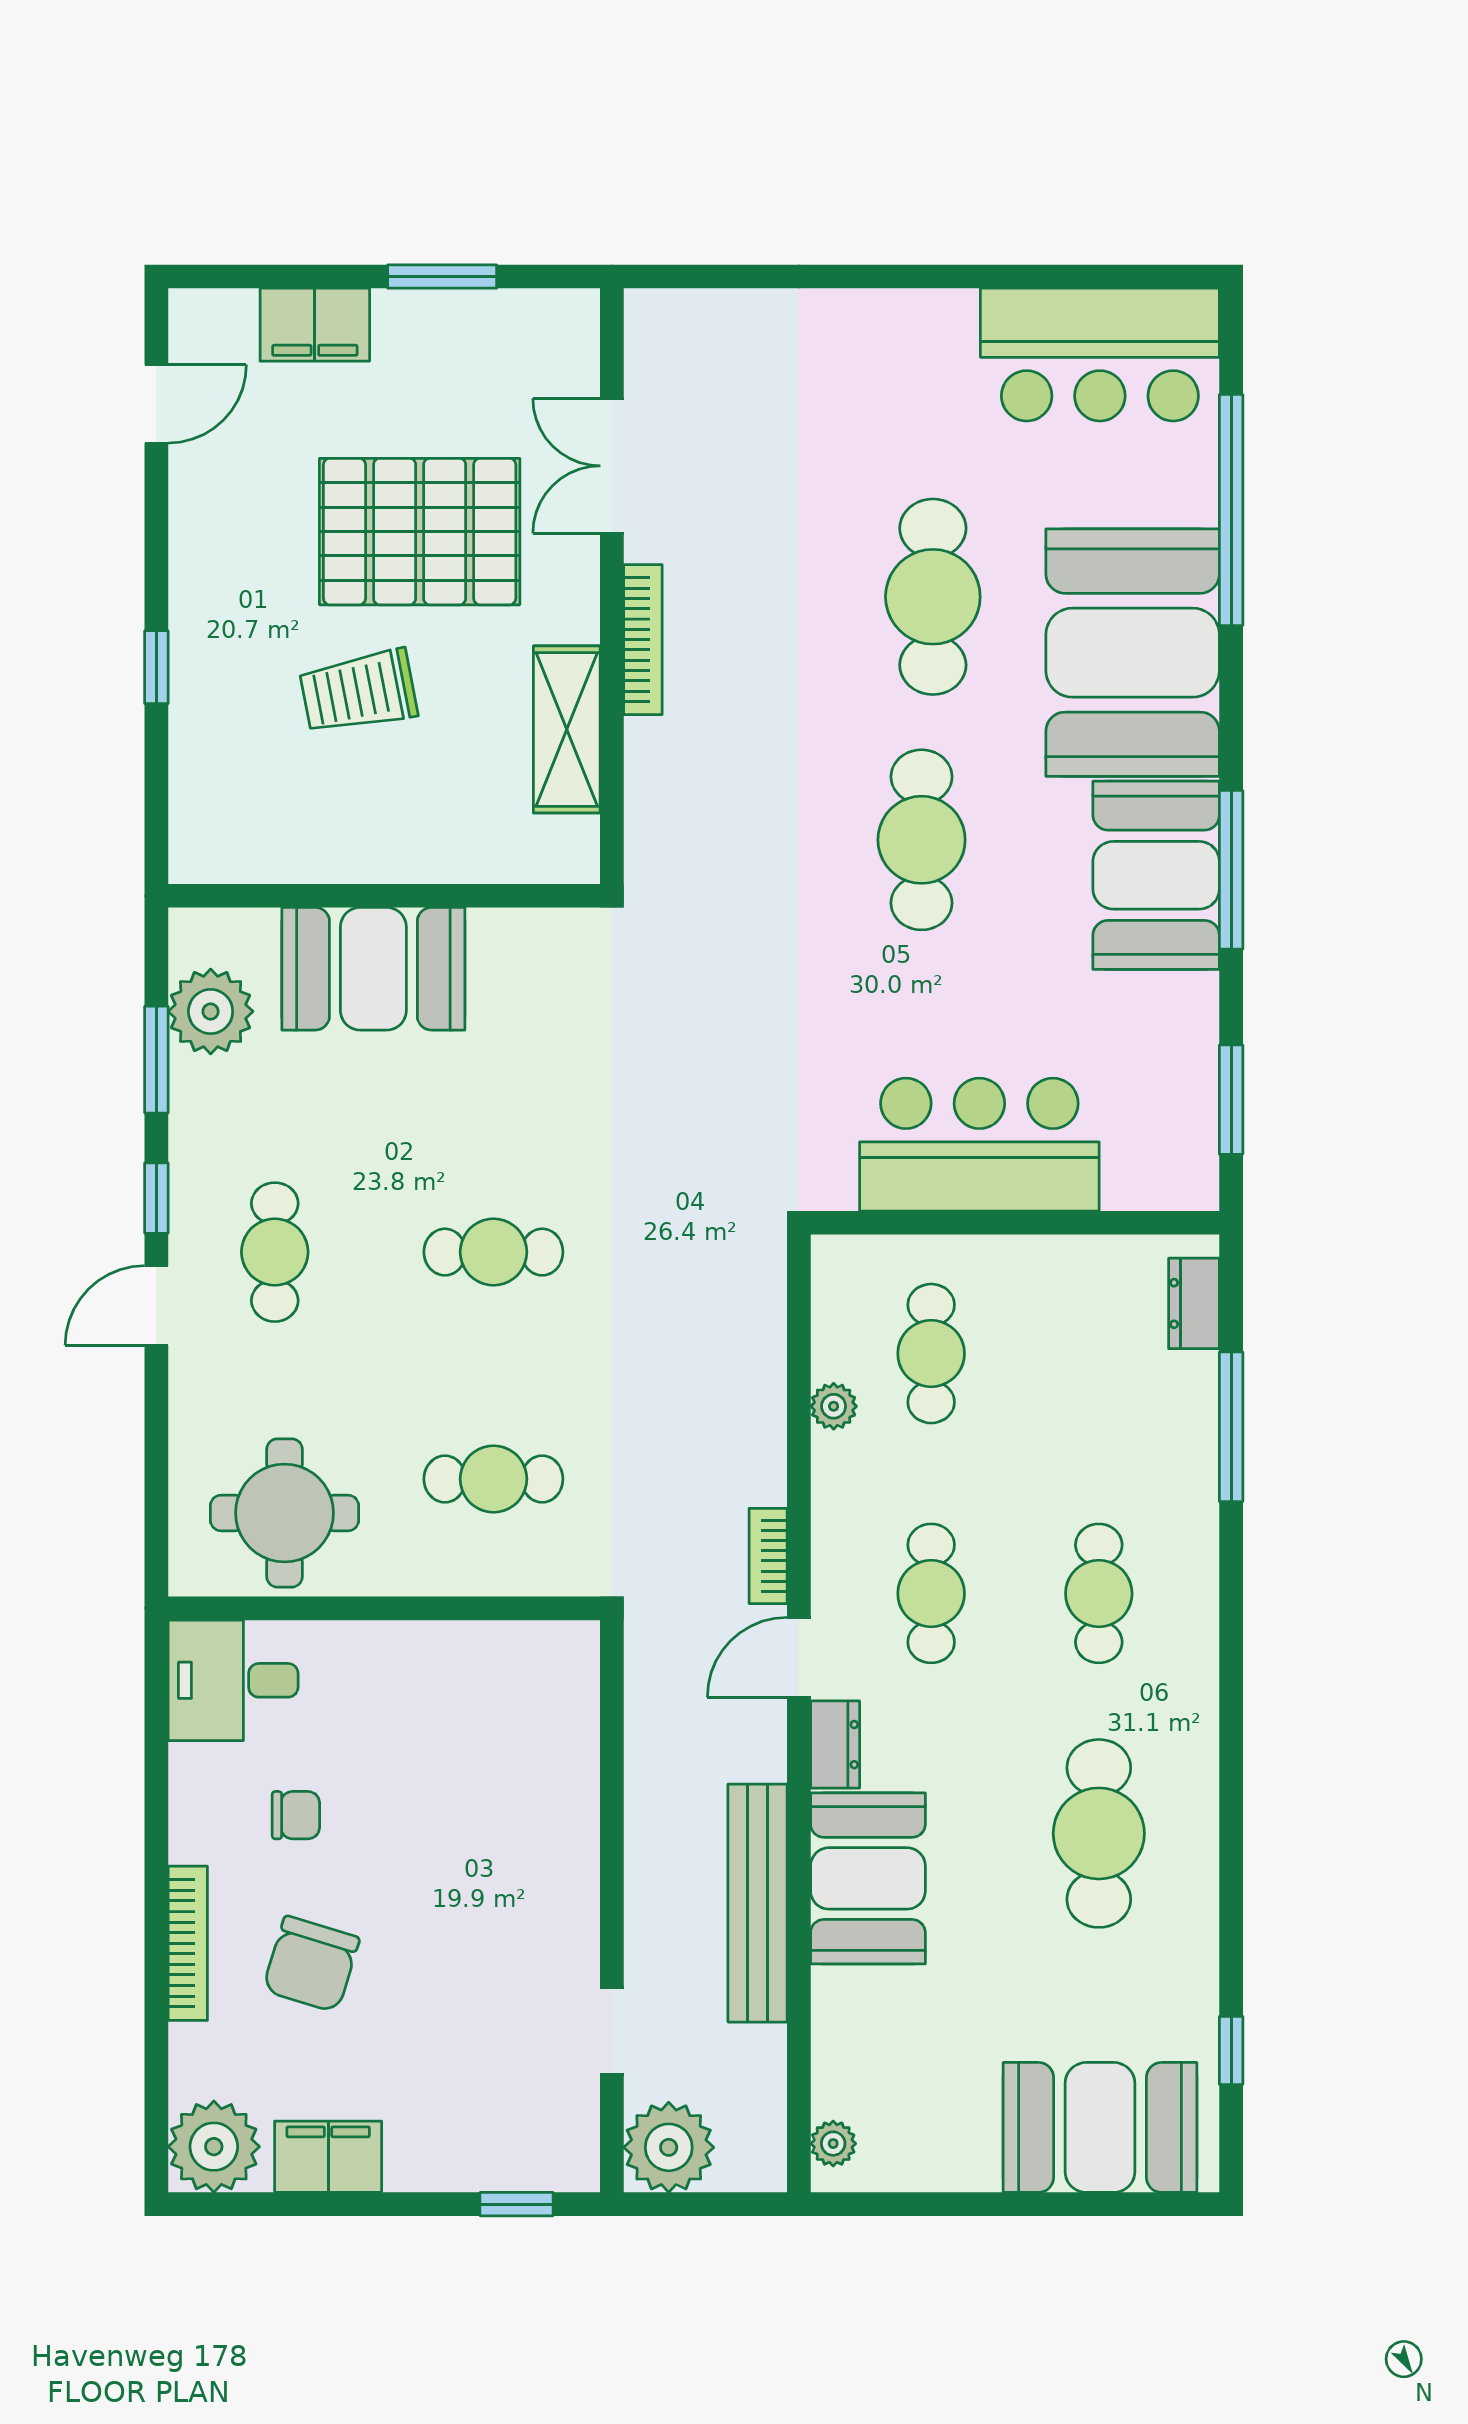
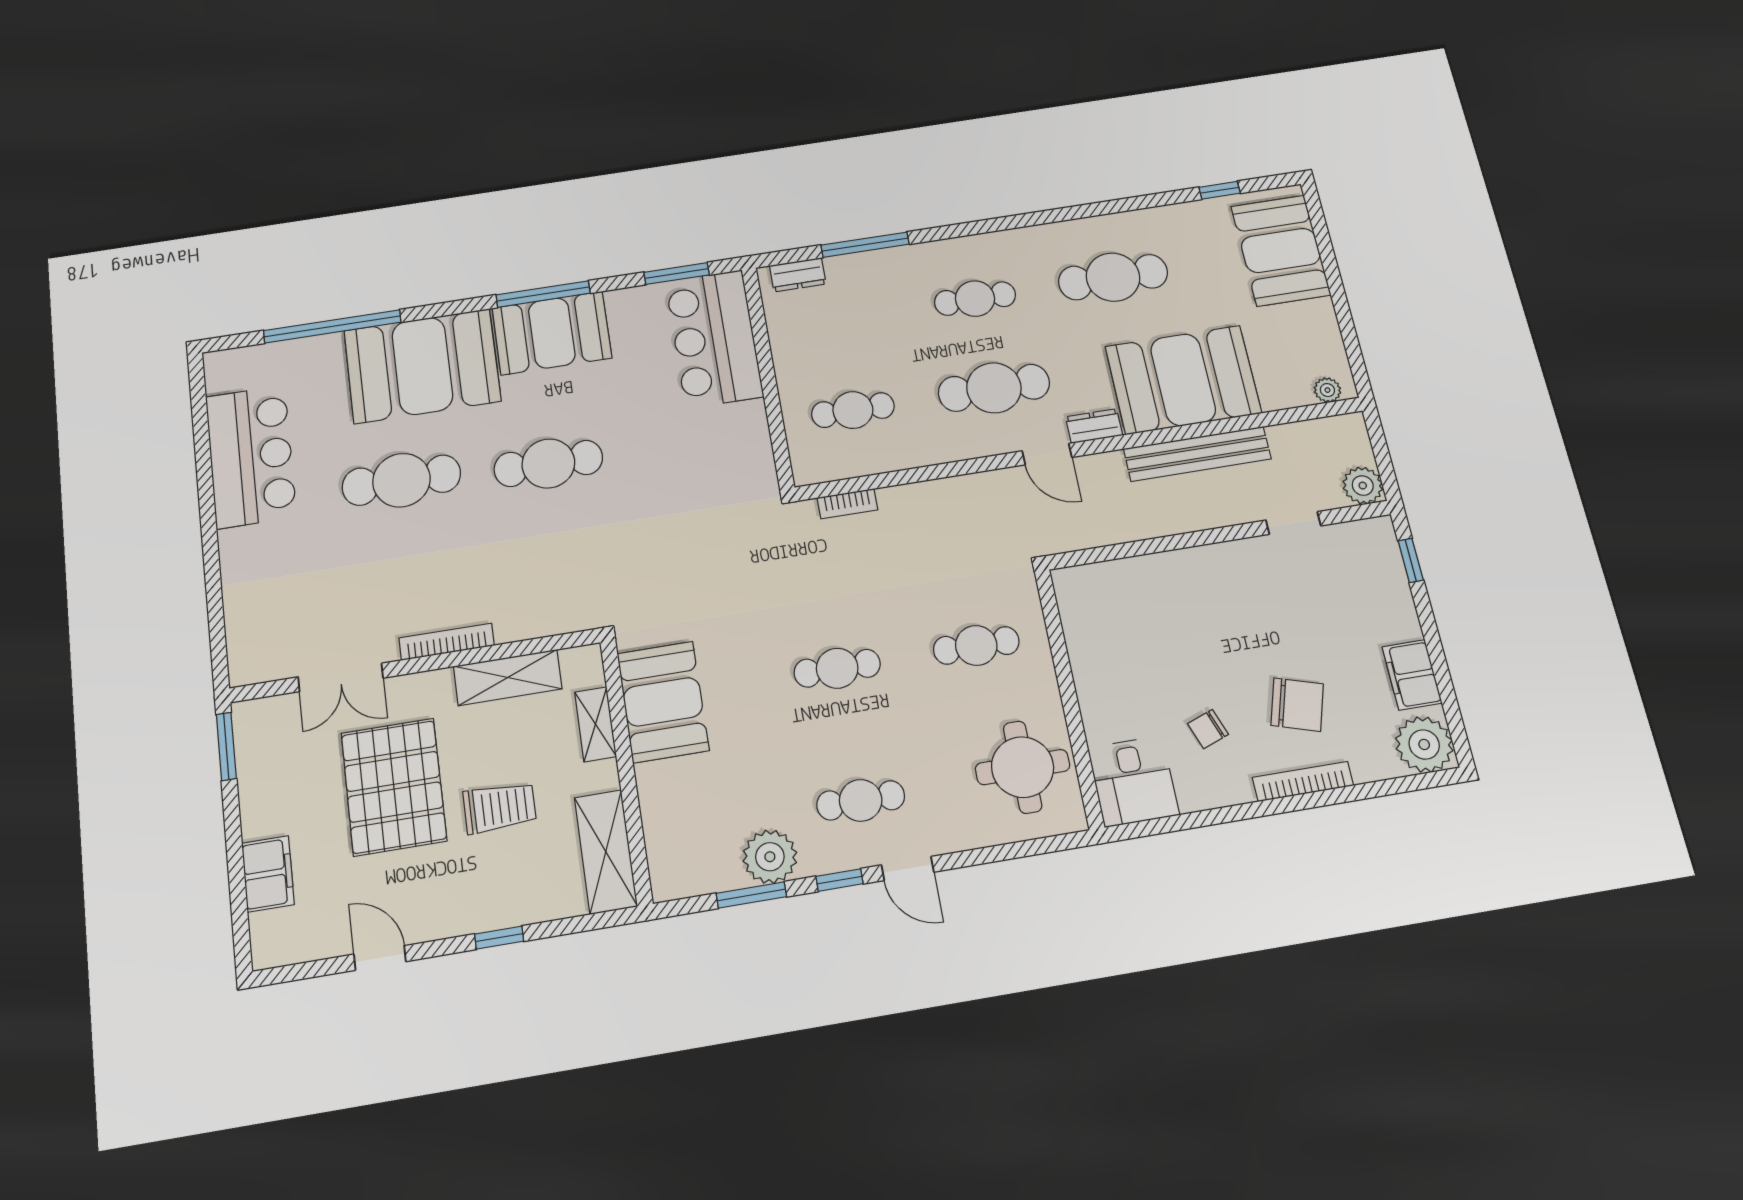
window: (442, 277) -> (226, 746), moved
bar counter: (1100, 355) -> (251, 456), moved
door: (156, 404) -> (380, 958), moved
trolley: (359, 692) -> (500, 808), turned -79
shelving: (261, 847) -> (606, 852), added
shelving: (467, 858) -> (596, 724), added
booth: (373, 969) -> (663, 702), moved
plant: (211, 1011) -> (770, 857), moved
bar counter: (979, 1145) -> (714, 339), moved
cafe table: (493, 1252) -> (837, 668), turned 90
plant: (834, 1406) -> (894, 459), removed
cafe table: (493, 1479) -> (976, 645), turned 90
bookcase: (768, 1556) -> (847, 504), moved
cafe table: (931, 1593) -> (994, 388), width x1.37, depth x1.35
chair: (296, 1815) -> (1208, 729), turned -110
booth: (868, 1878) -> (1183, 380), width x1.36, depth x1.42
plant: (669, 2147) -> (1363, 486), width x0.73, depth x0.73

